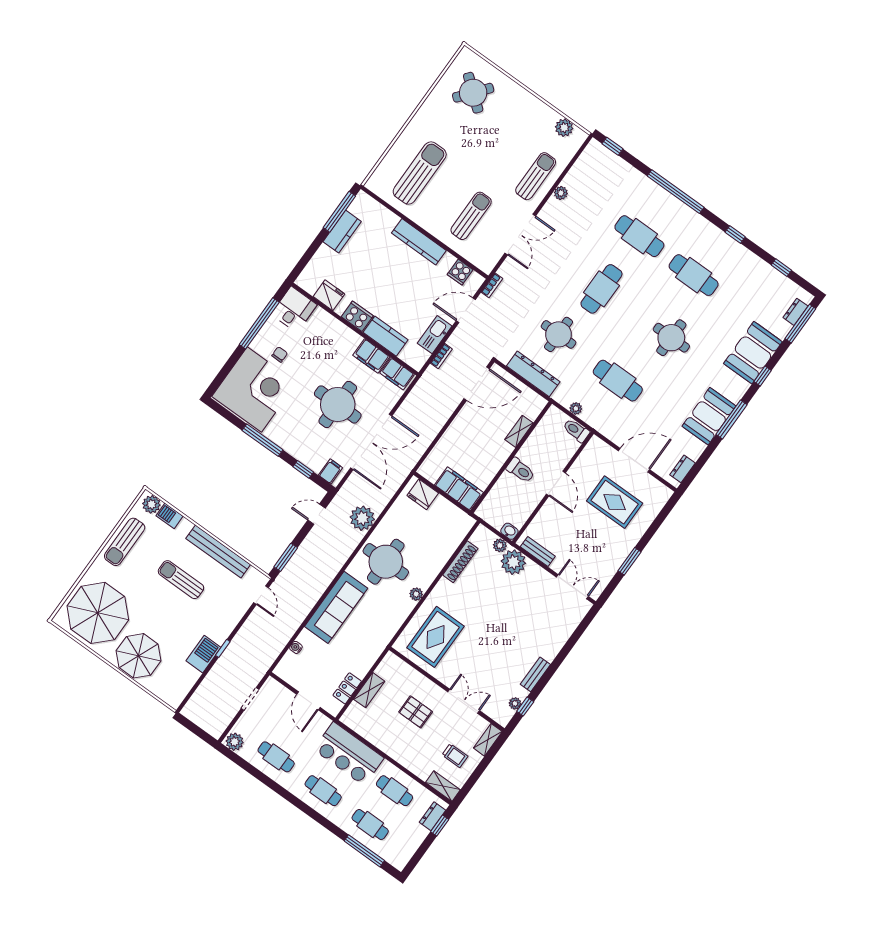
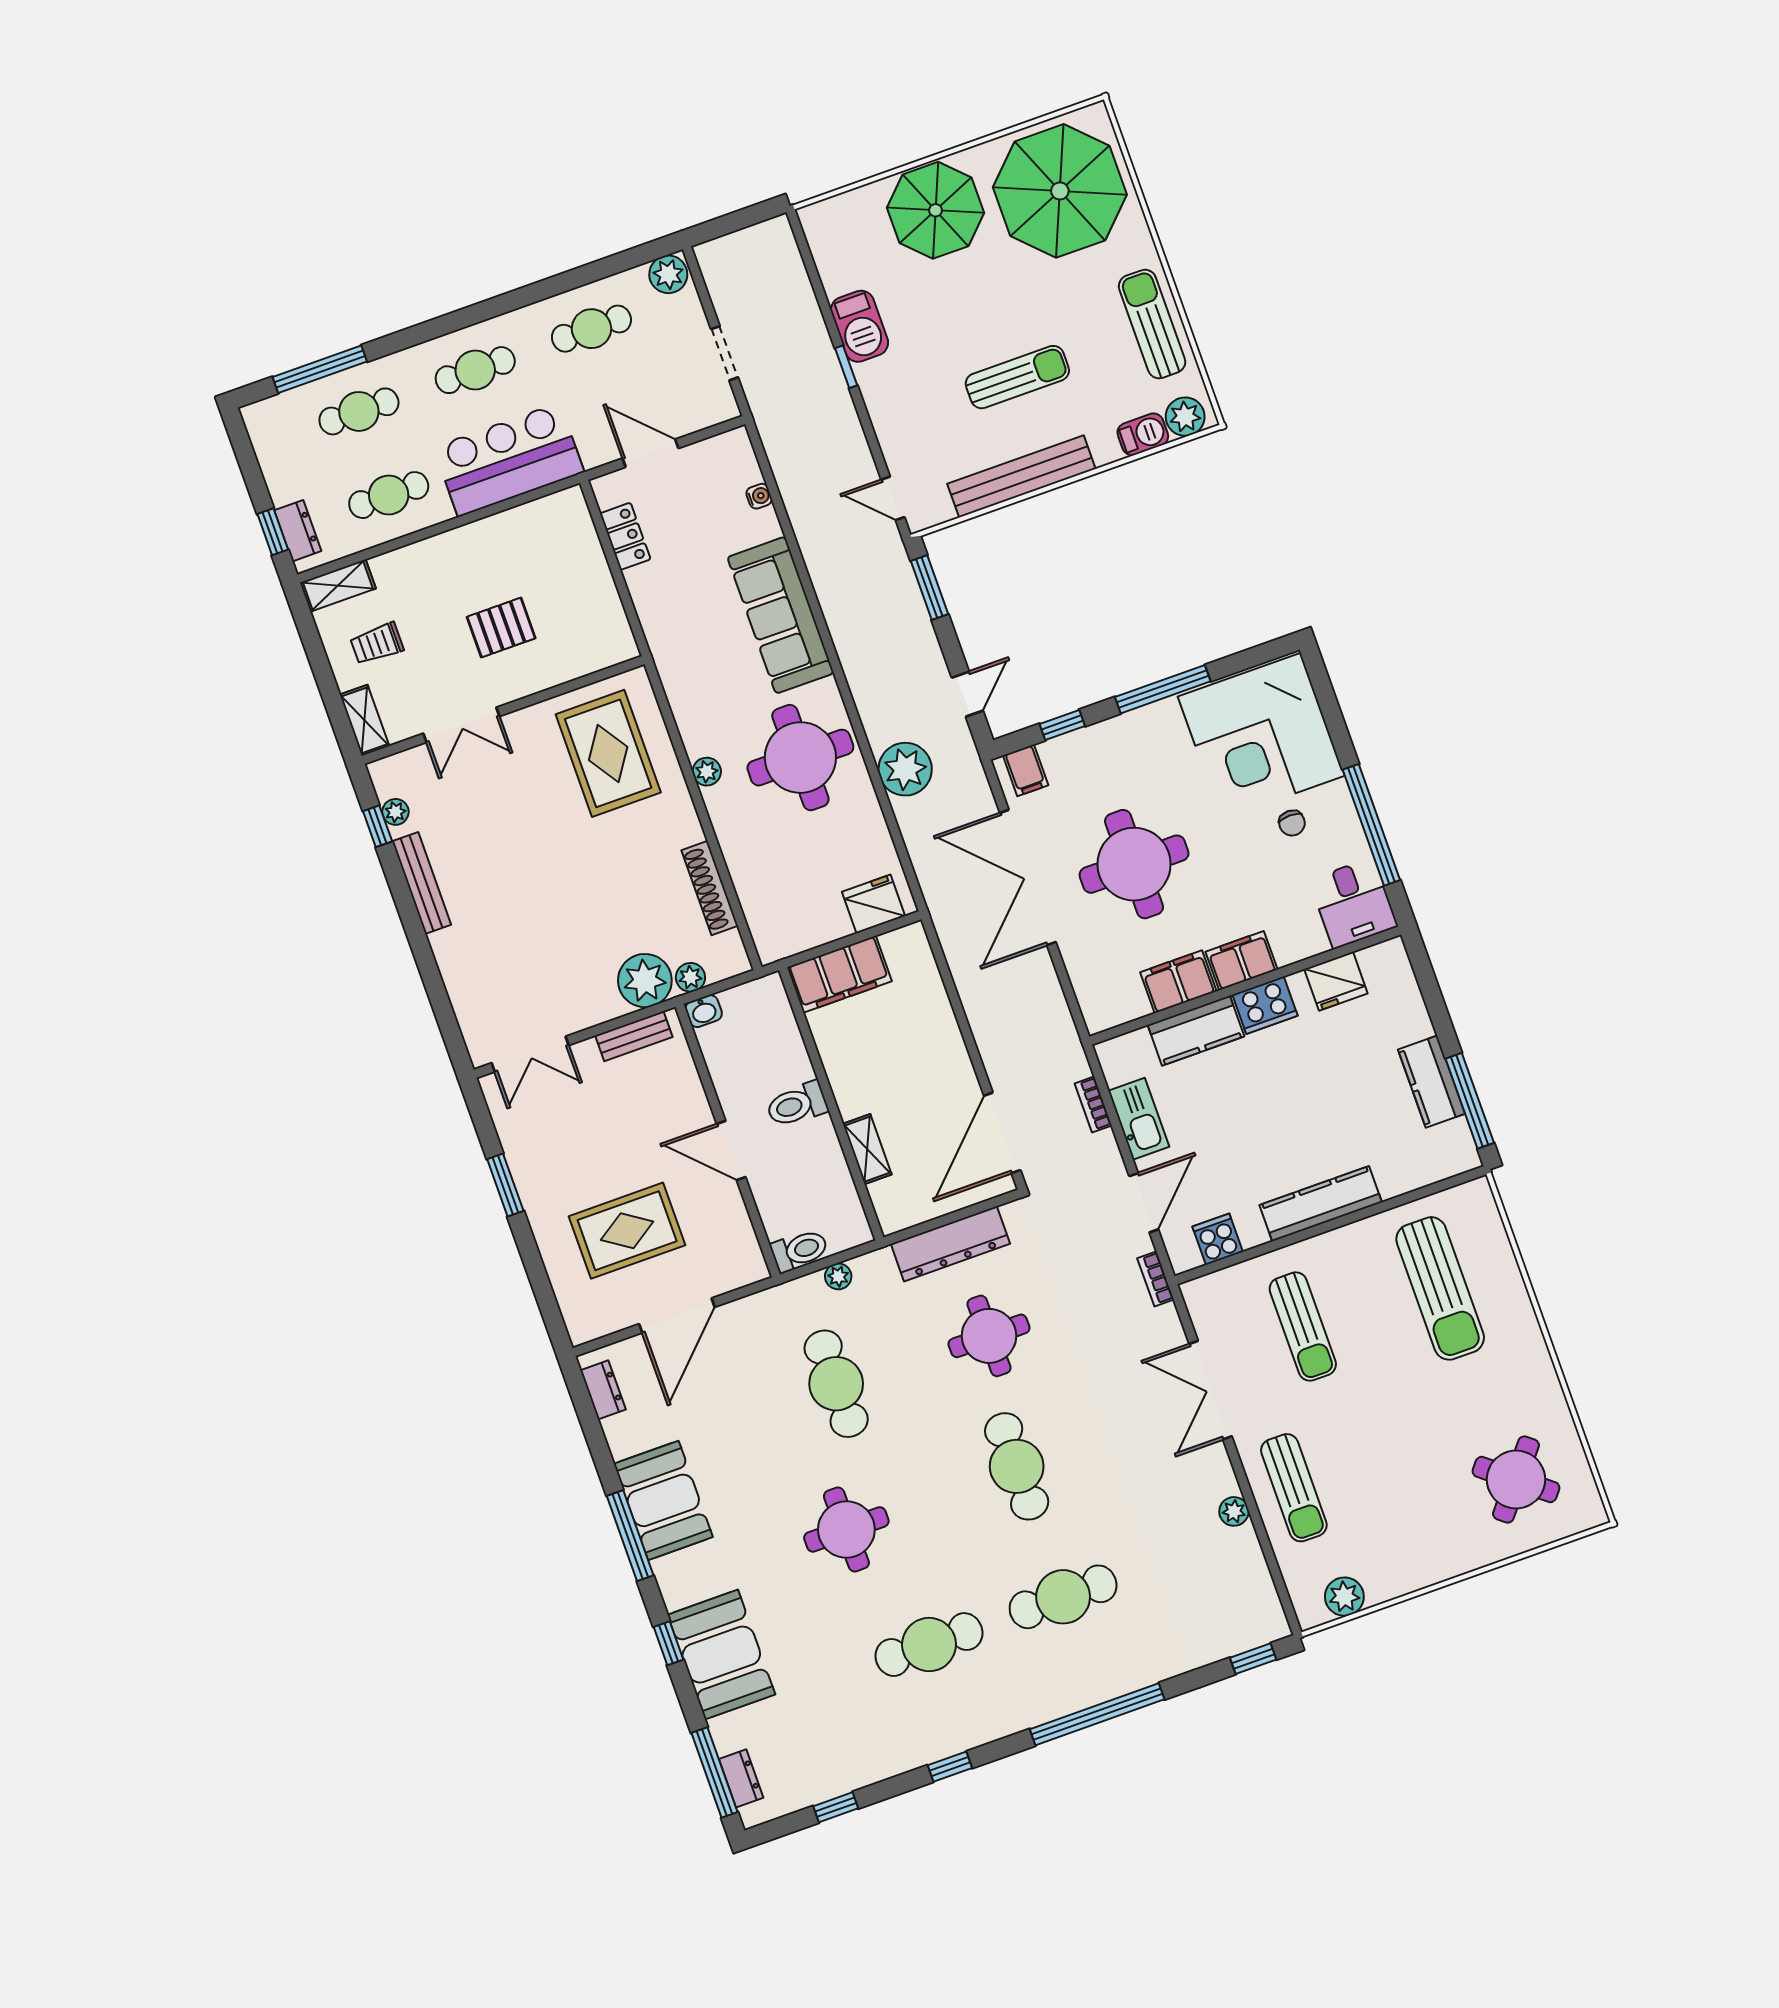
filing cabinet: (397, 374) -> (1241, 961), moved
cafe table: (618, 381) -> (836, 1384), turned 90
bench: (535, 674) -> (422, 883), width x1.36
shelving: (369, 690) -> (595, 573), removed

